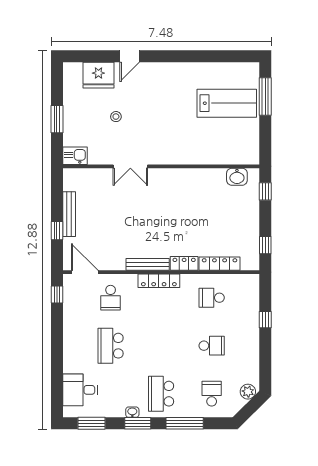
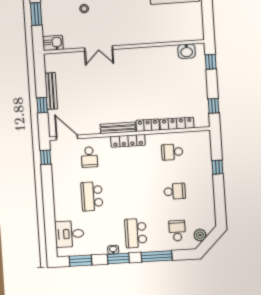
plant: (248, 392) -> (200, 235), moved

